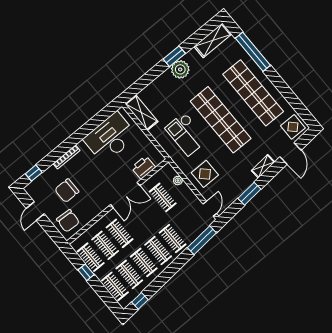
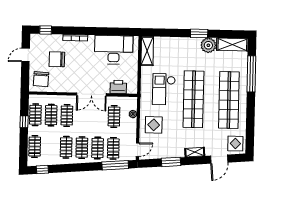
plant: (180, 69) -> (208, 45), moved
clothes rail: (129, 274) -> (113, 148), moved

